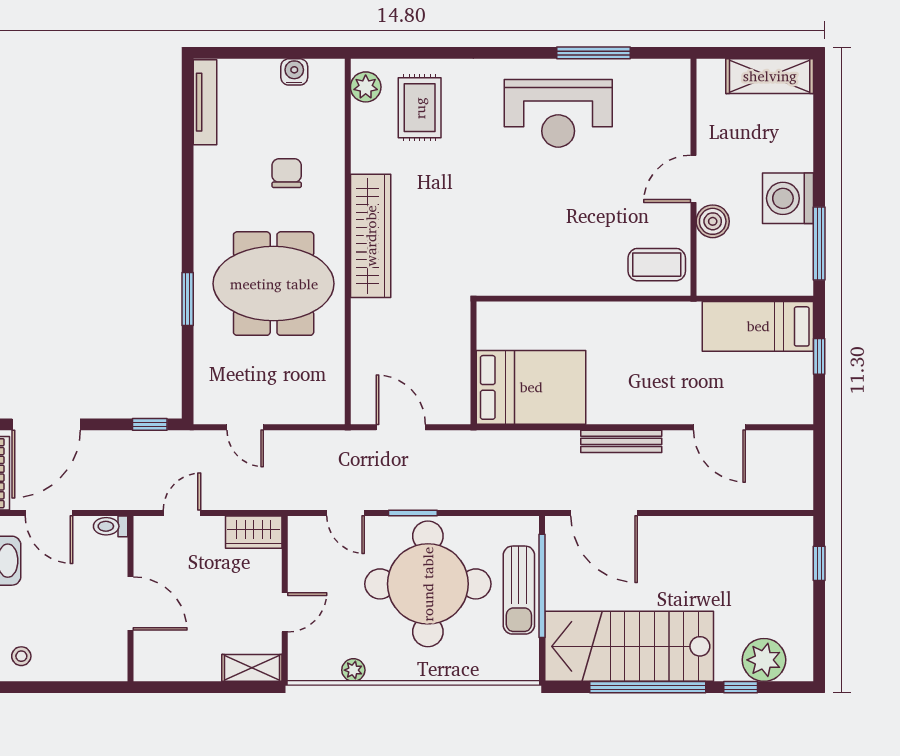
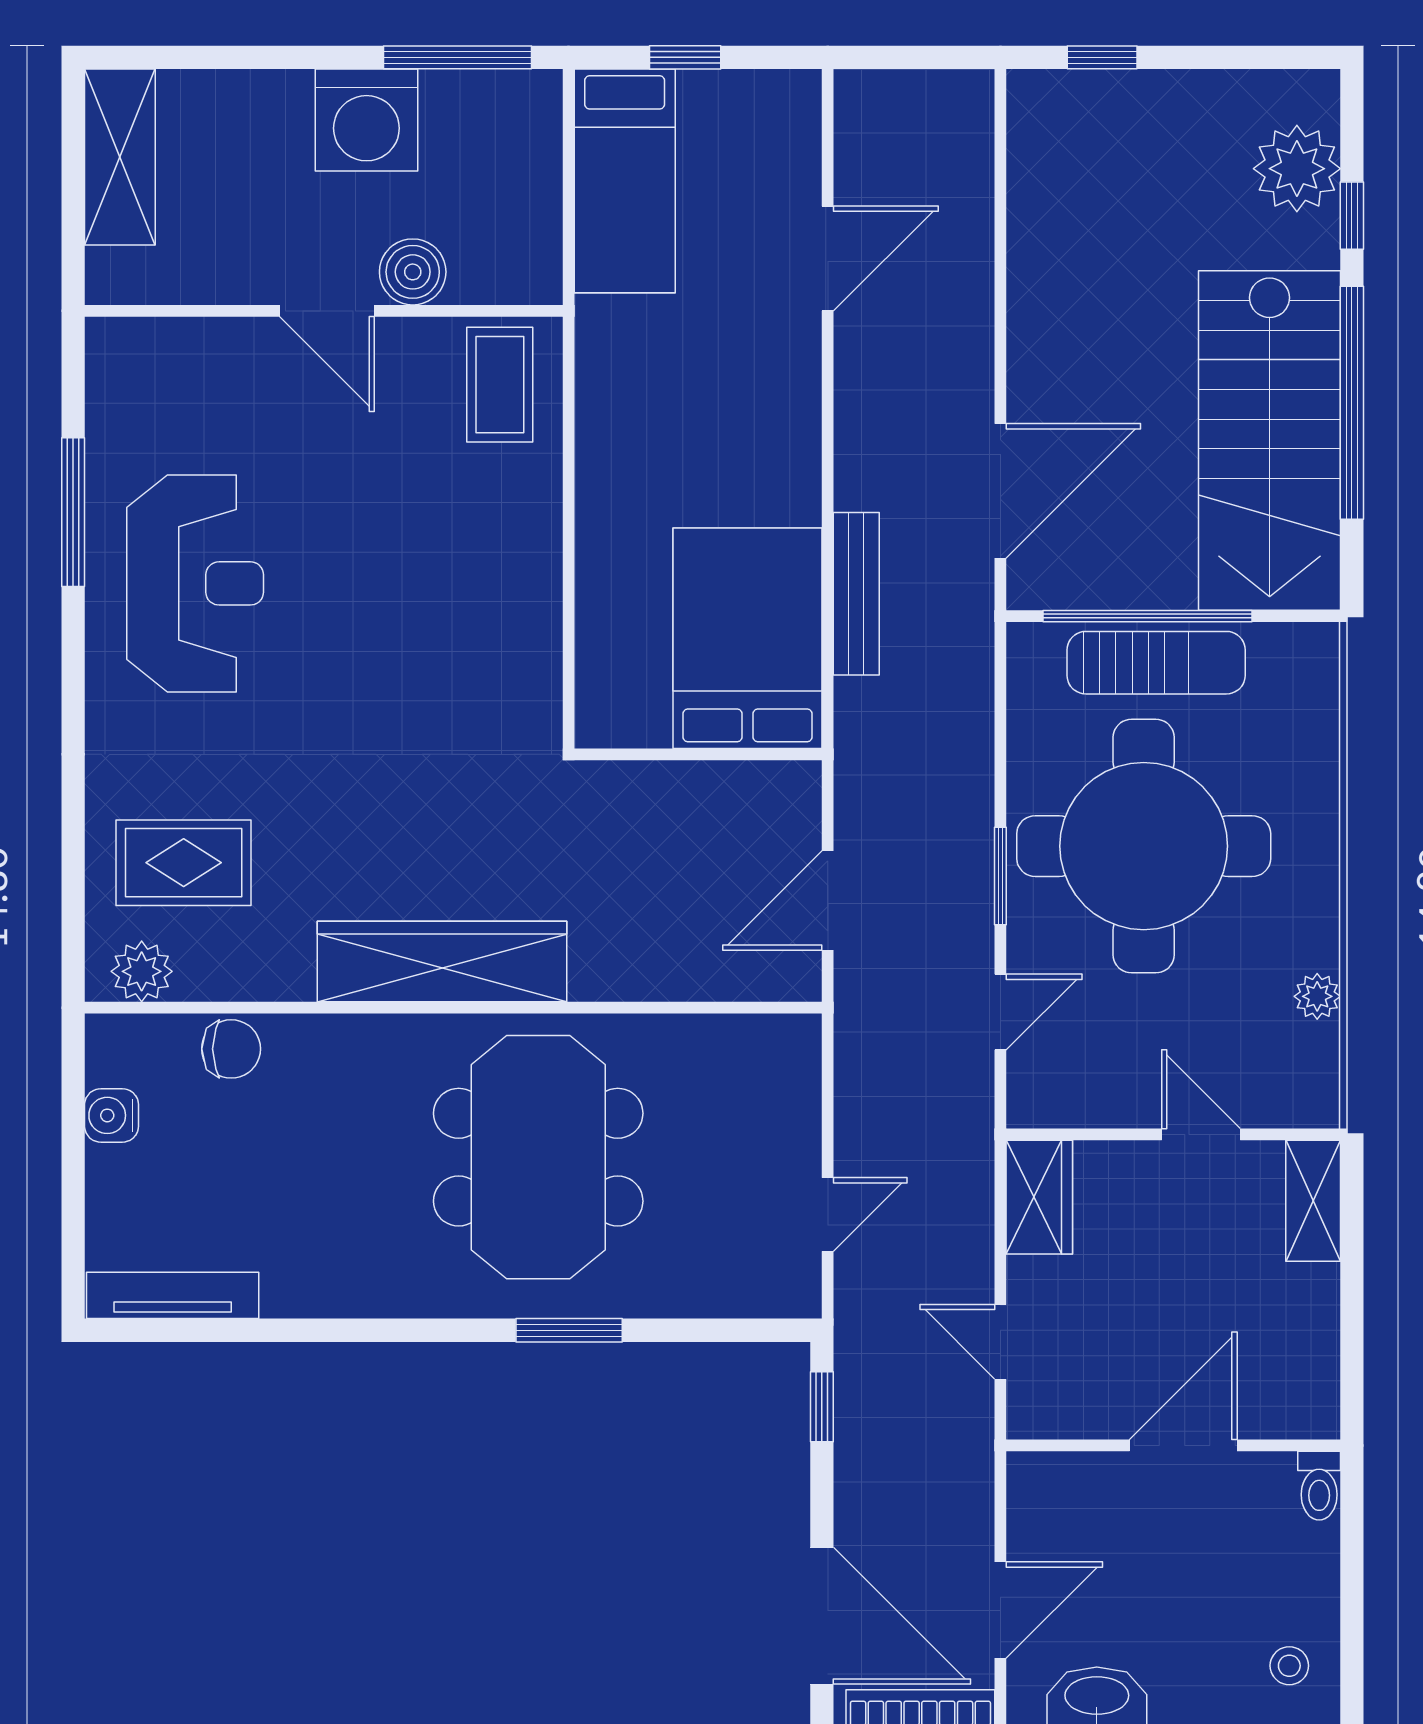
chair: (287, 173) -> (231, 1049), moved, turned 180
bench: (621, 441) -> (856, 594), moved
toilet: (111, 526) -> (1319, 1486), moved

